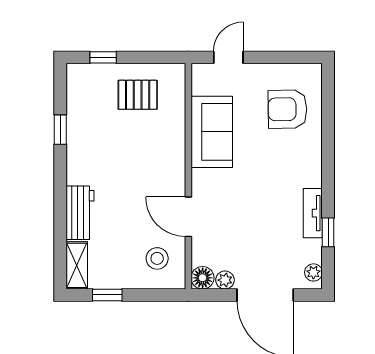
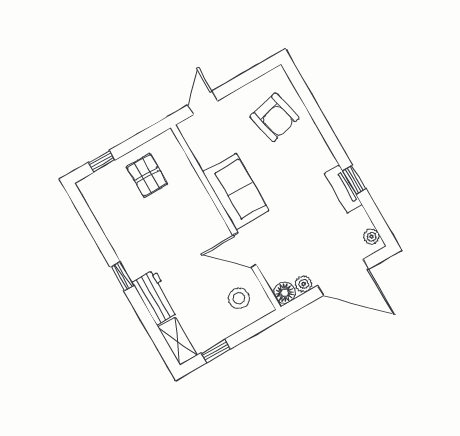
pallet: (138, 95) -> (147, 175), turned 90
armchair: (287, 109) -> (275, 117), turned -102
window: (60, 130) -> (122, 276), moved
sofa: (212, 132) -> (236, 191), moved
window: (328, 232) -> (354, 180), moved

